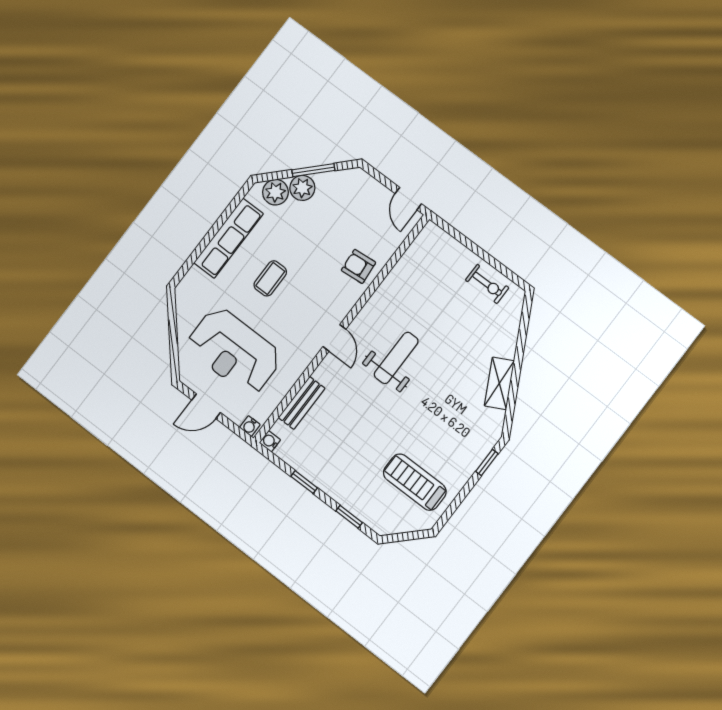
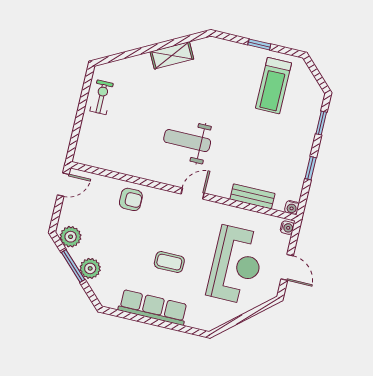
plant: (275, 192) -> (71, 237), moved
armchair: (358, 266) -> (131, 199), turned -85
window: (487, 463) -> (259, 44), moved

